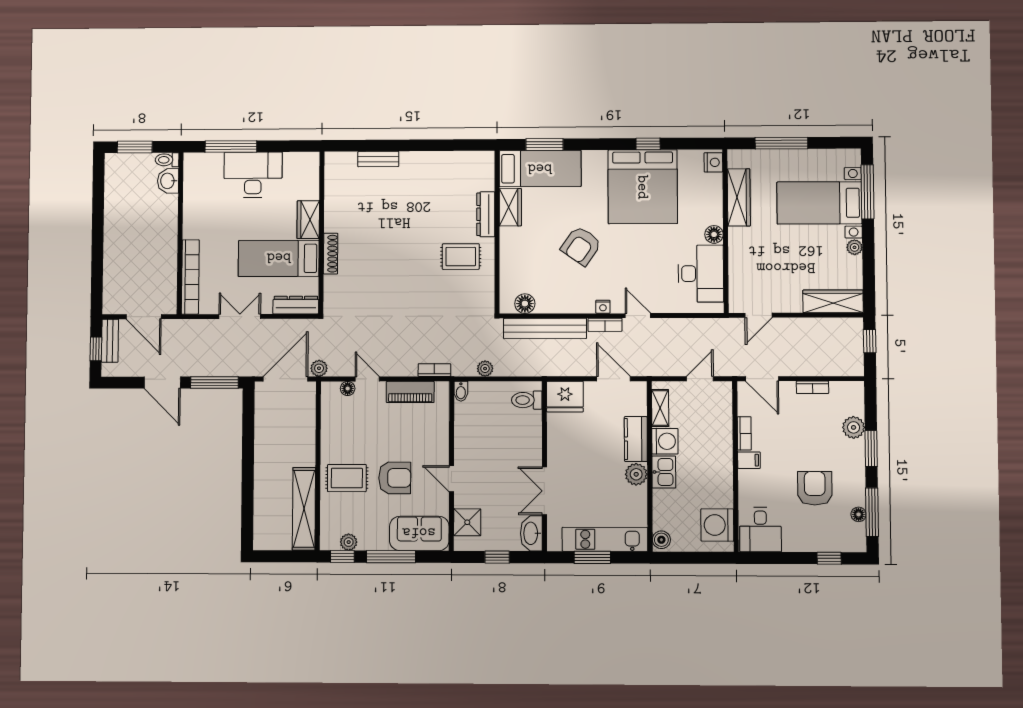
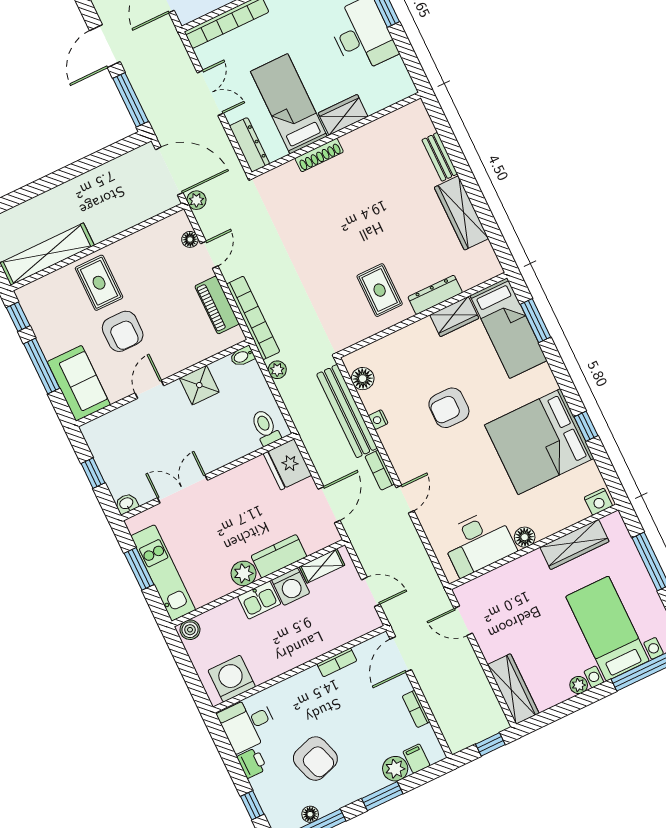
wardrobe: (431, 163) -> (461, 213), added
armchair: (581, 246) -> (449, 408), turned -35
nightstand: (603, 307) -> (378, 420), moved
bookcase: (434, 370) -> (253, 318), width x2.31, depth x1.31
filing cabinet: (749, 460) -> (416, 759), moved, turned 180
armchair: (815, 488) -> (315, 759), turned 72
shower: (467, 522) -> (199, 385), moved
washbasin: (531, 533) -> (127, 504), width x0.52, depth x0.69
plant: (349, 542) -> (36, 316), removed
printer: (794, 542) -> (252, 763), added

